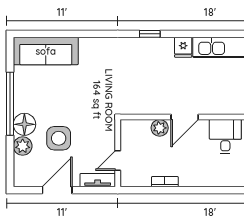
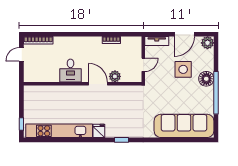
sofa: (46, 51) -> (184, 126), width x1.36, depth x1.27
door: (185, 117) -> (98, 84), hinge flipped
plant: (23, 146) -> (208, 43), moved
door: (118, 161) -> (143, 65), moved

